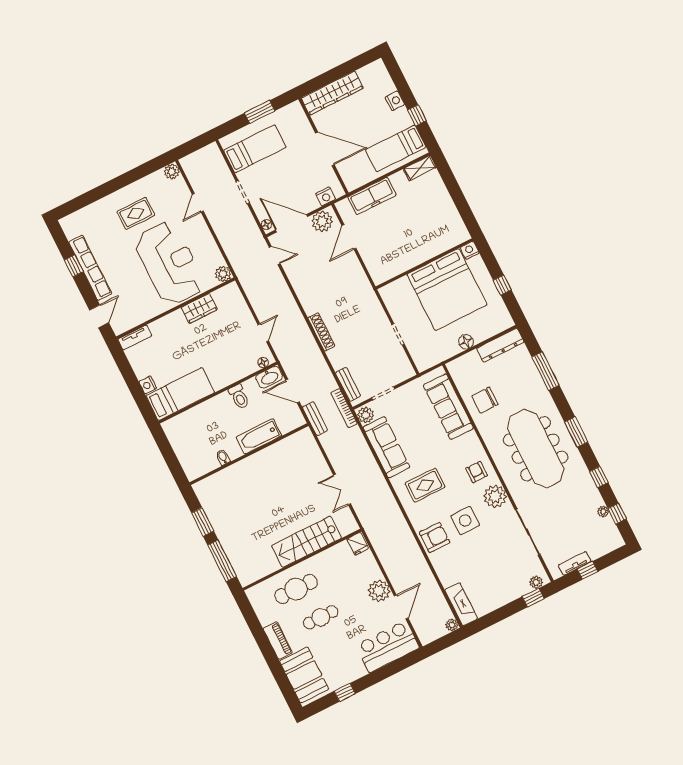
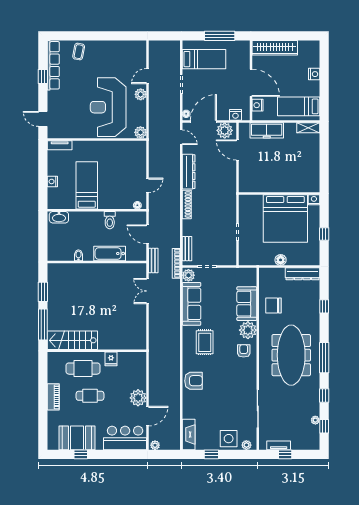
window: (260, 112) -> (220, 36), width x1.44
window: (417, 115) -> (324, 91), removed
plant: (172, 171) -> (141, 94), moved
nightstand: (346, 172) -> (258, 105), added
rug: (136, 213) -> (102, 62), removed
coffee table: (101, 215) -> (79, 52), added
door: (291, 223) -> (203, 121), hinge flipped
door: (349, 237) -> (237, 150), hinge flipped
reception desk: (170, 263) -> (108, 107), turned 180
row of seats: (90, 268) -> (53, 65), moved
dresser: (304, 292) -> (189, 172), added
wardrobe: (199, 308) -> (113, 148), removed
door: (99, 316) -> (43, 119), swing flipped
window: (545, 371) -> (324, 306), width x0.46
washbasin: (269, 377) -> (59, 217), moved
bed: (180, 394) -> (87, 185), moved, turned -90
sofa: (448, 407) -> (247, 304), width x0.73
window: (576, 432) -> (324, 358), width x1.44
rug: (425, 485) -> (205, 342), turned 90
double door: (342, 489) -> (147, 291), moved
plant: (495, 496) -> (248, 330), moved
side table: (465, 521) -> (229, 439), moved
stairs: (306, 542) -> (72, 340), moved
fridge: (358, 544) -> (111, 359), moved
window: (533, 598) -> (211, 454), moved
plant: (452, 625) -> (155, 445), moved
booth: (304, 675) -> (77, 438), moved, turned 90

